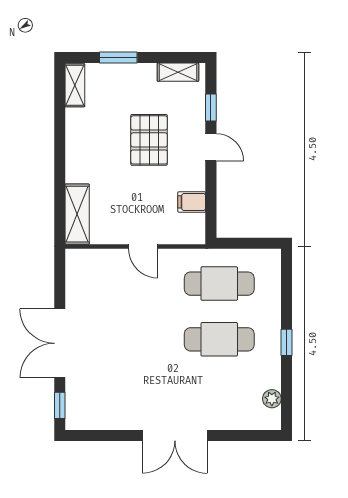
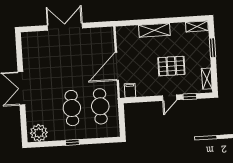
filing cabinet: (192, 202) -> (130, 90), moved
shelving: (77, 214) -> (154, 30), moved
door: (143, 246) -> (117, 66), width x1.87
plant: (272, 399) -> (39, 133), width x1.87, depth x1.87
window: (60, 405) -> (33, 29), removed

